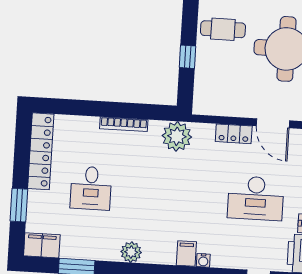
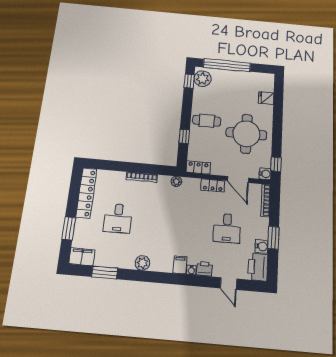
locker: (211, 106) -> (198, 168), added
plant: (177, 136) -> (176, 181), width x0.53, depth x0.53
desk: (256, 198) -> (227, 228), width x0.73
printer: (223, 258) -> (205, 269), added

